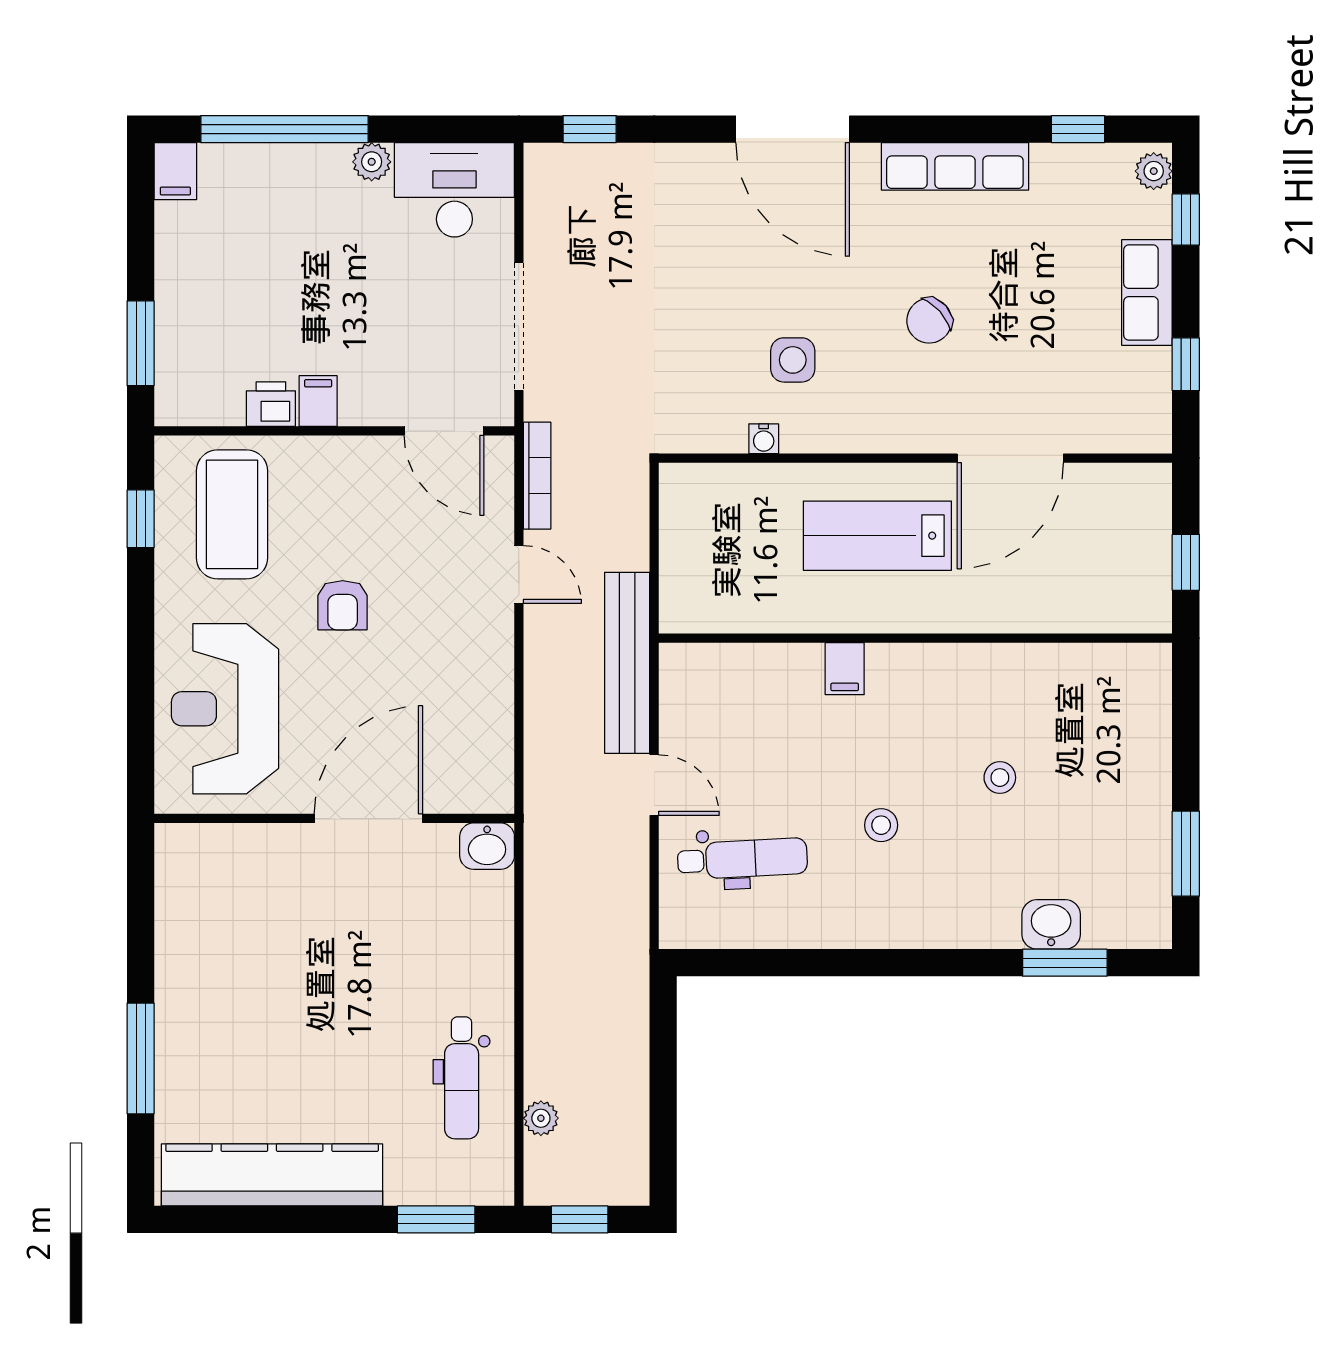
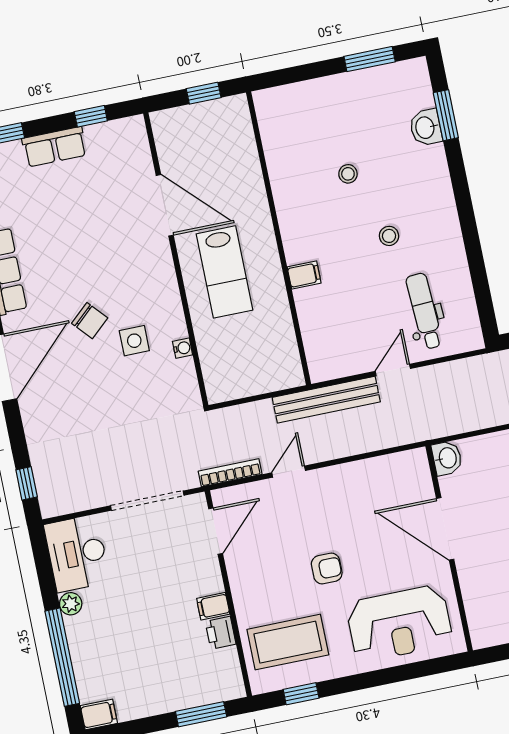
chair: (929, 321) -> (90, 321), moved

